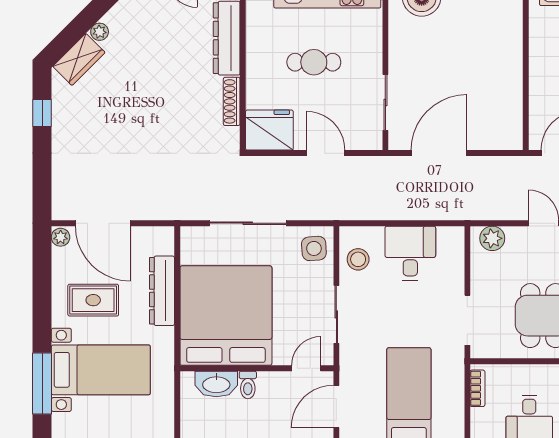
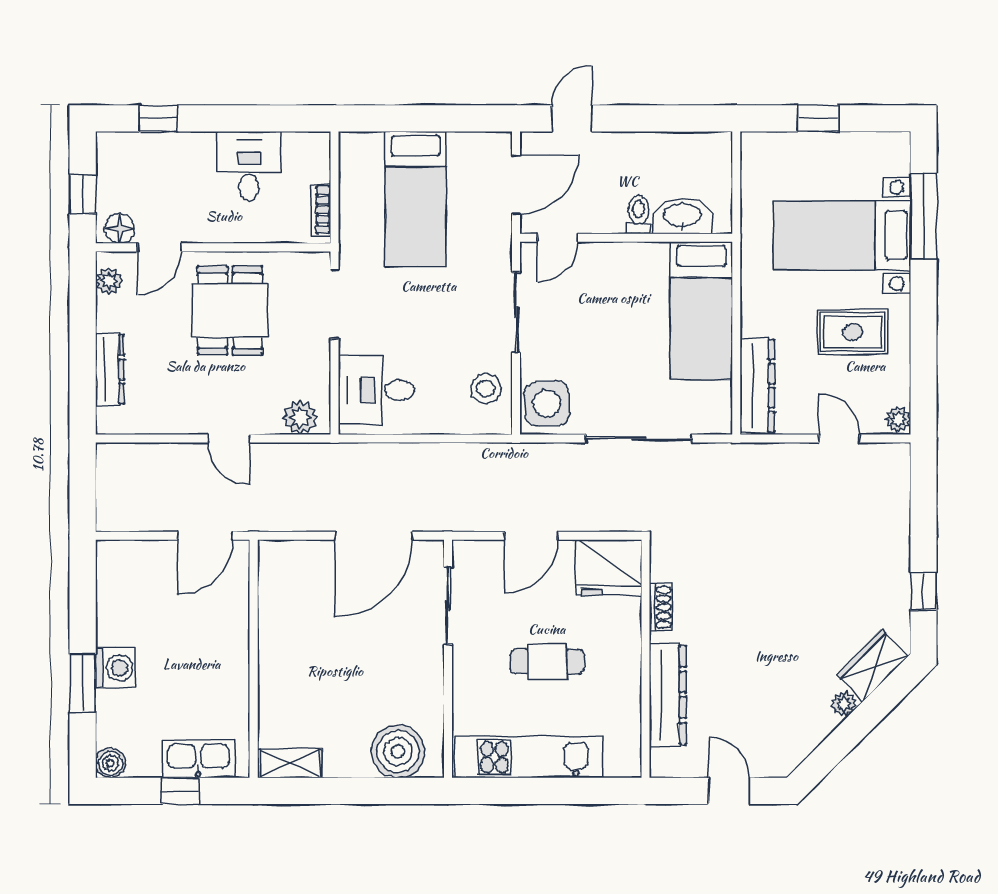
shoe rack: (232, 101) -> (661, 607), width x0.70
door: (325, 153) -> (531, 536), hinge flipped
door: (103, 223) -> (839, 438), width x0.53
side table: (314, 248) -> (547, 404), width x1.37, depth x1.37
desk: (410, 253) -> (376, 390), moved, turned 90
dresser: (162, 291) -> (757, 386), moved
bed: (226, 316) -> (701, 311), width x0.49

